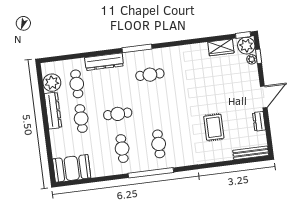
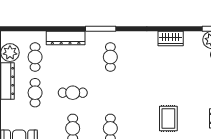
wardrobe: (221, 47) -> (171, 39), moved
cafe table: (150, 75) -> (110, 57), turned 90

